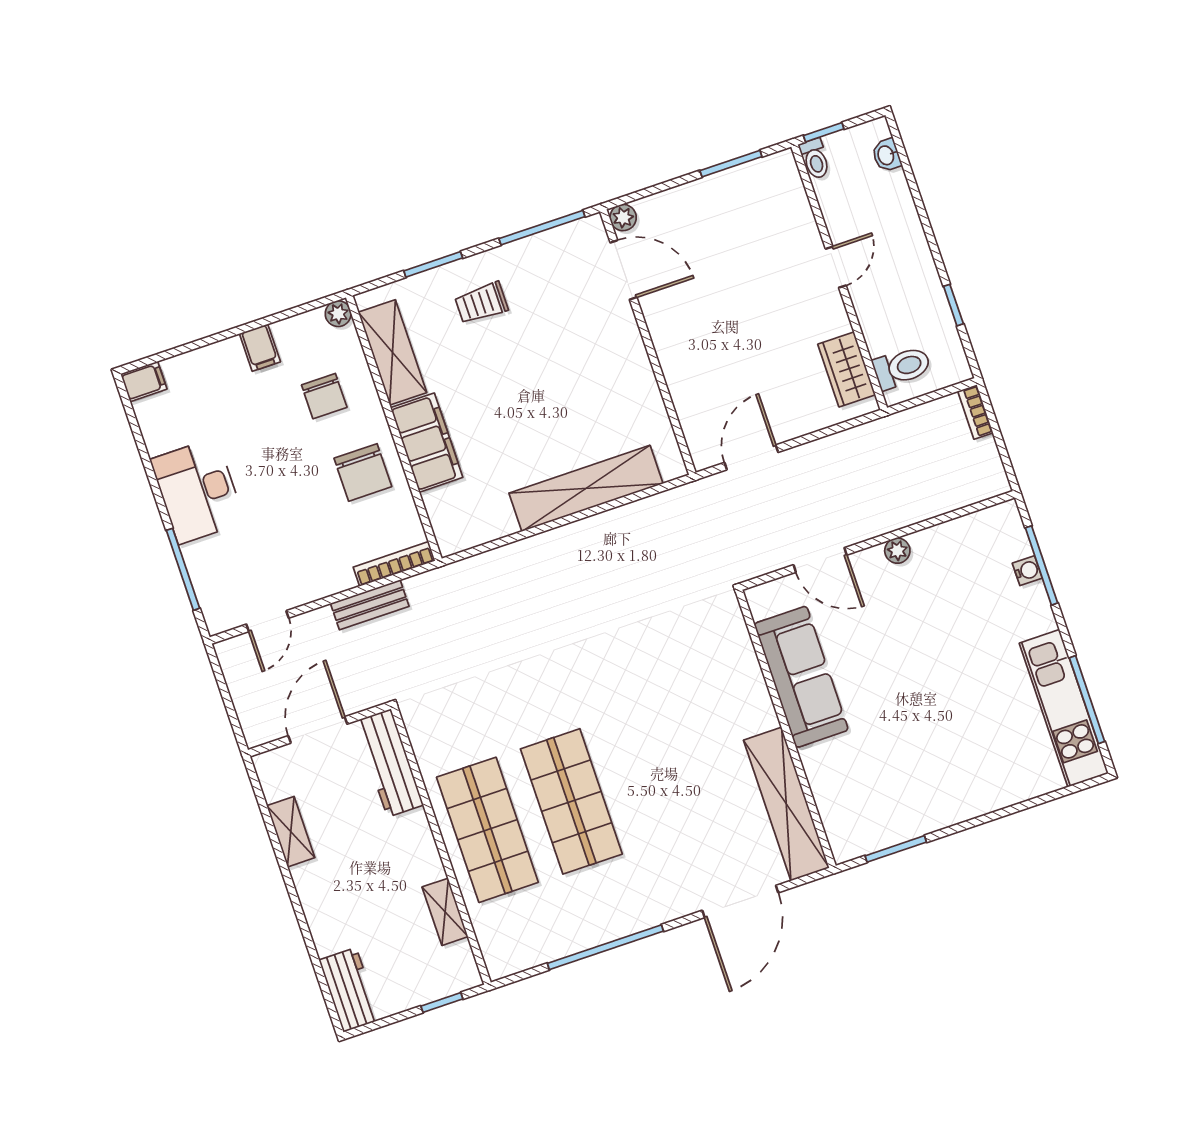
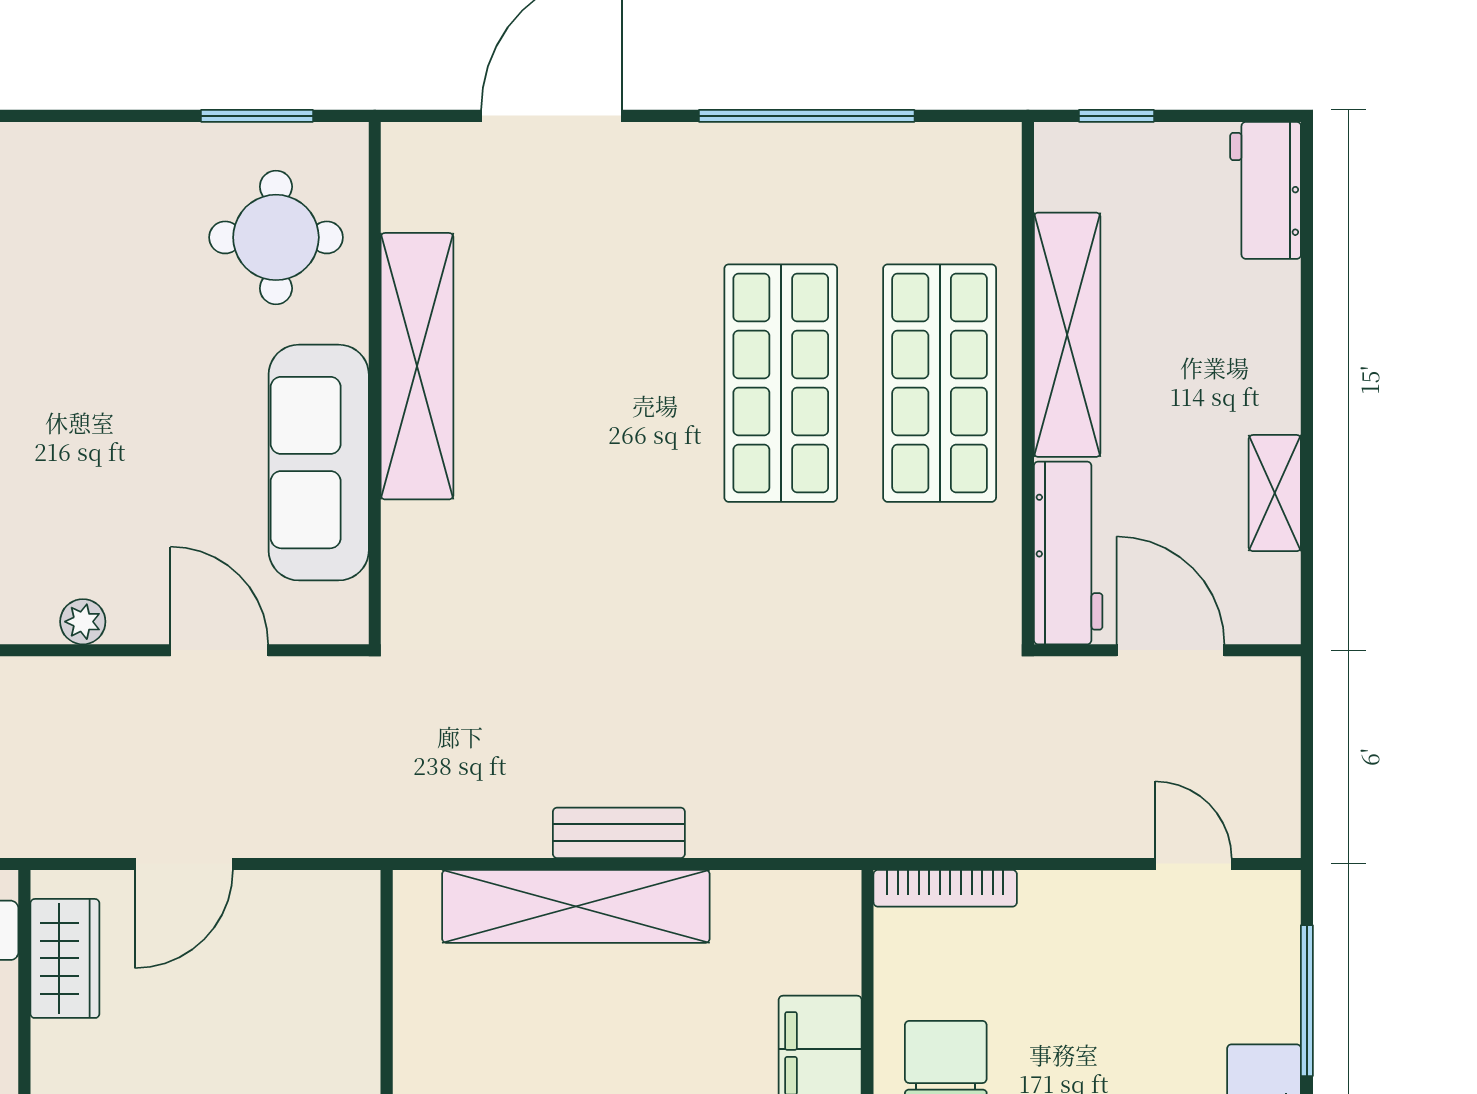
door: (751, 457) -> (184, 864), moved
bench: (370, 605) -> (619, 833), moved
door: (267, 621) -> (1193, 864), hinge flipped
door: (318, 730) -> (1170, 650), swing flipped
round table: (864, 788) -> (276, 237), added
shelving: (786, 804) -> (417, 366), moved
shelving: (445, 912) -> (1067, 335), width x2.20, depth x1.33

